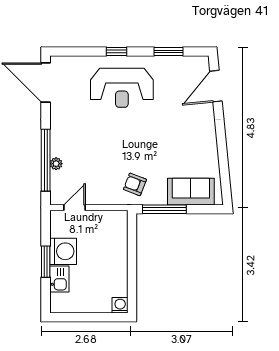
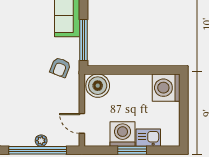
boiler: (115, 225) -> (98, 86), added
washing machine: (120, 305) -> (166, 88), width x1.89, depth x1.89

